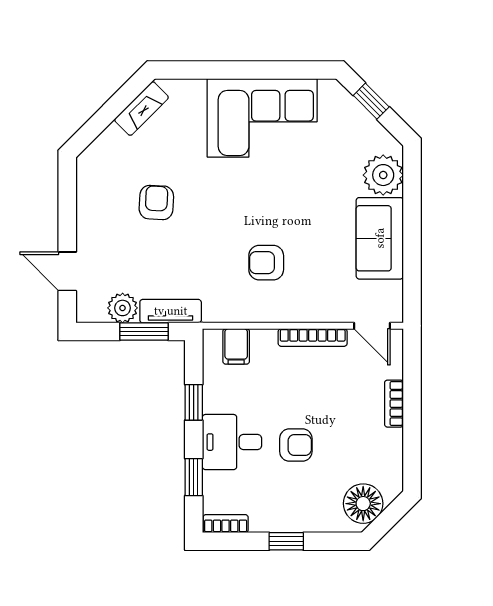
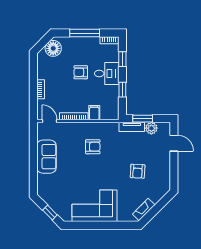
plant: (383, 175) -> (45, 182), removed
filing cabinet: (236, 346) -> (94, 113), moved
window: (286, 541) -> (85, 33), width x2.17

